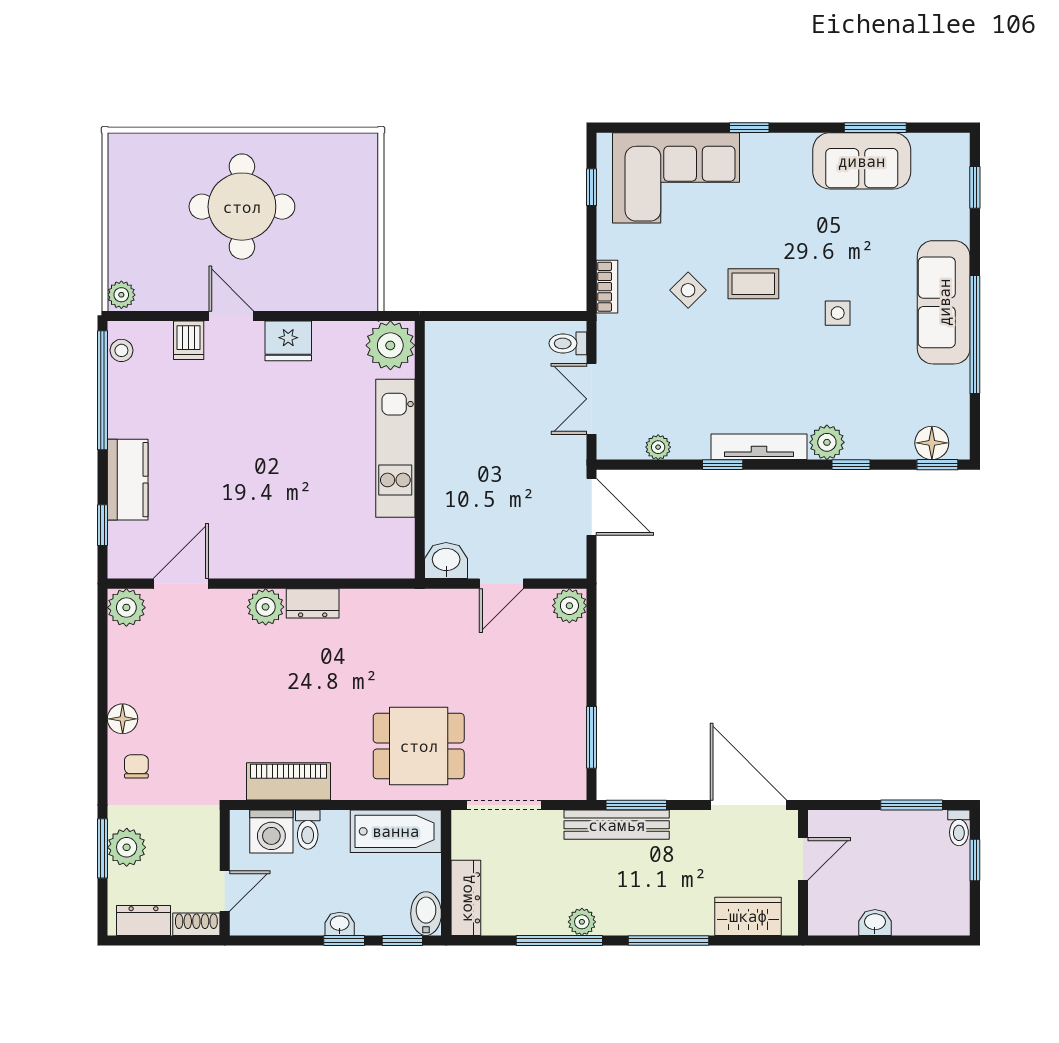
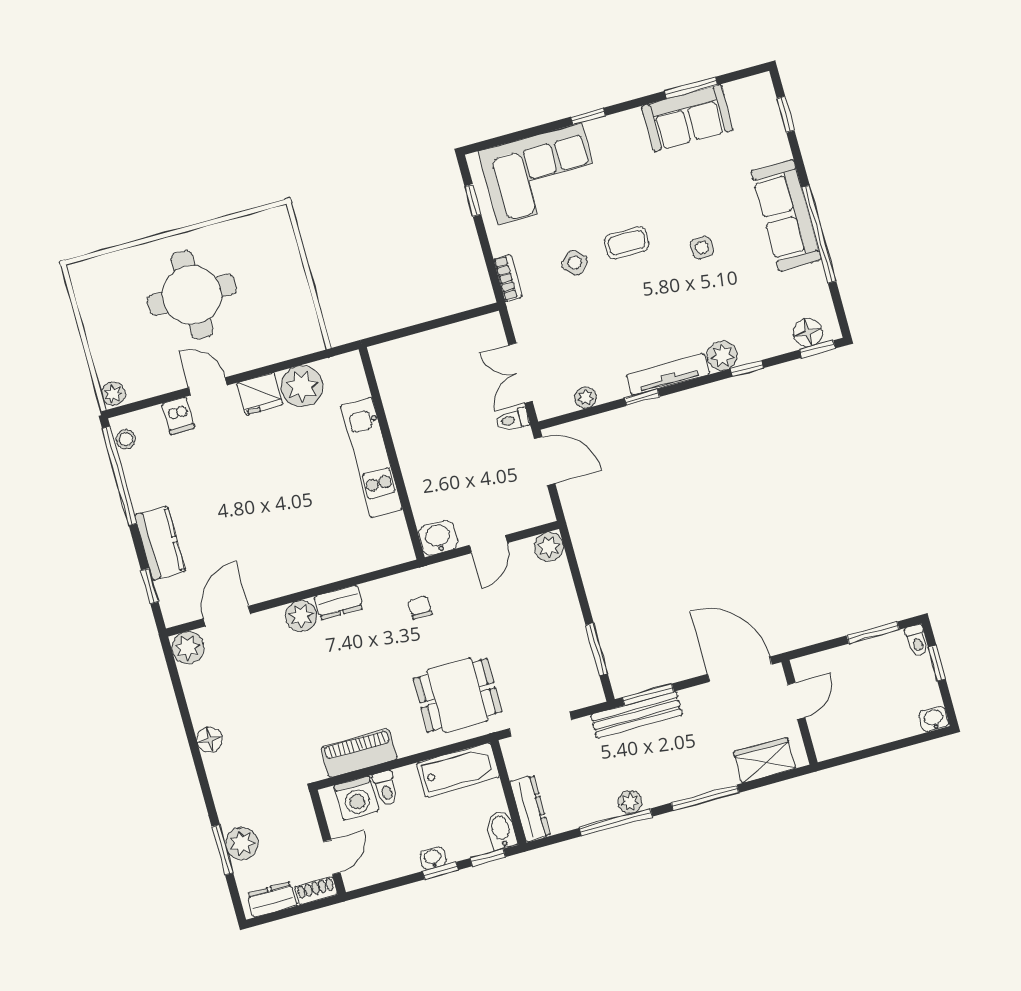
toilet: (568, 343) -> (513, 420), moved
plant: (390, 345) -> (302, 386), moved
chair: (136, 766) -> (420, 607), moved
washbasin: (875, 922) -> (934, 719), moved

